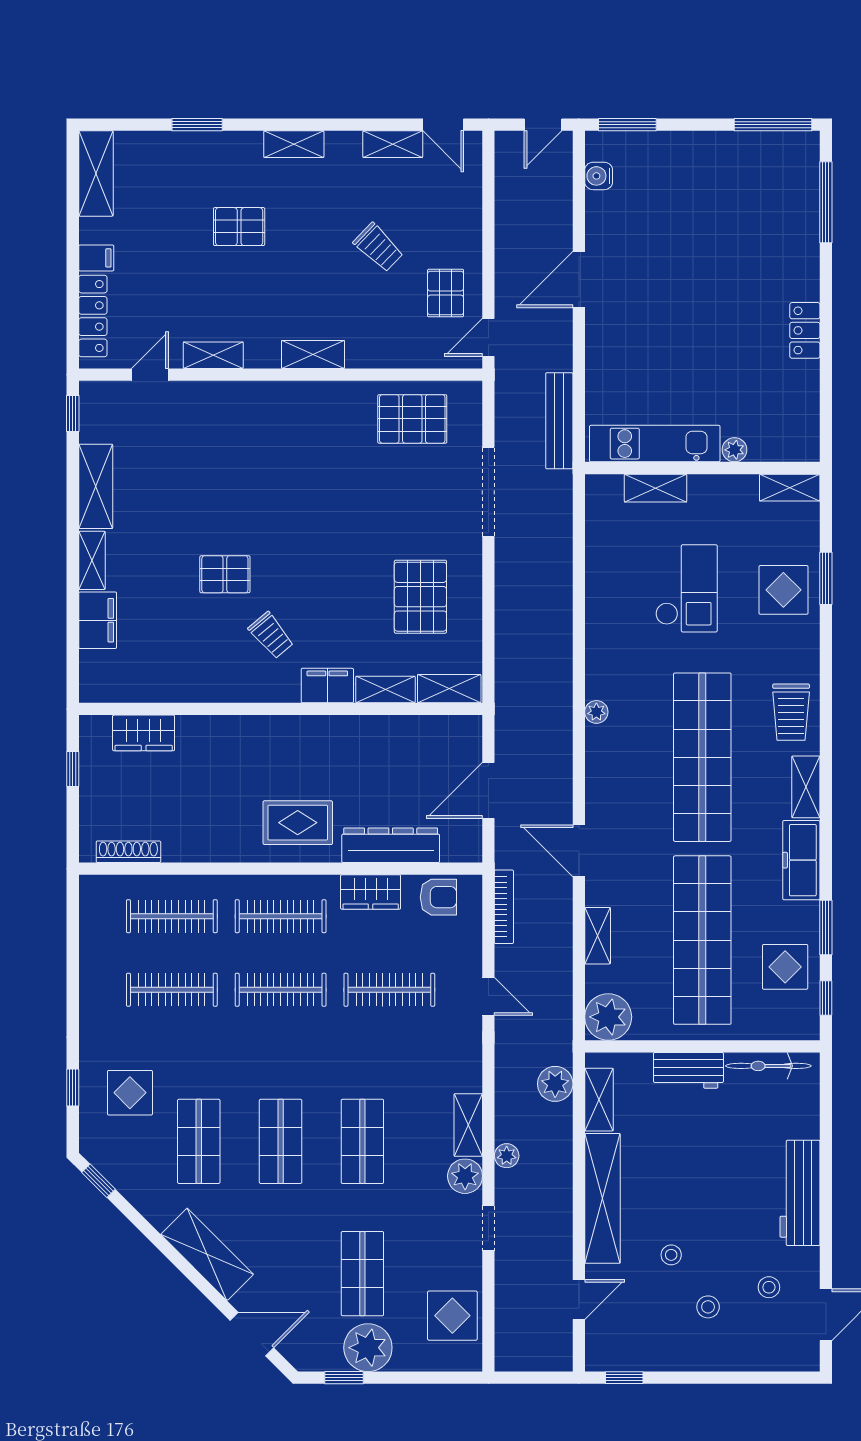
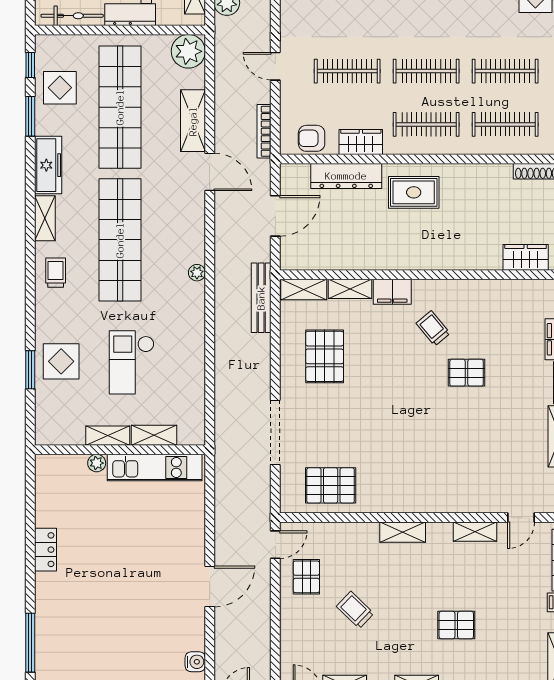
bench: (559, 421) -> (261, 298), moved
shelving: (790, 488) -> (108, 436), moved
trolley: (791, 712) -> (56, 273), width x0.73, depth x0.72
shelving: (598, 936) -> (193, 121), width x1.50, depth x1.33

